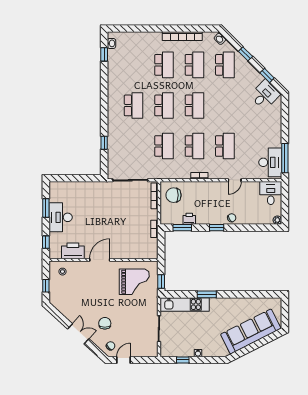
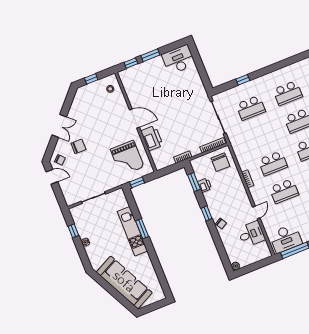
school desk: (164, 146) -> (251, 108), moved
door: (235, 180) -> (256, 213), swing flipped
desk: (271, 193) -> (251, 234), moved
chair: (174, 195) -> (220, 162), turned 180
window: (46, 208) -> (150, 55), moved
desk: (61, 217) -> (179, 60), moved
printer: (73, 251) -> (152, 138), moved
kitchen unit: (185, 304) -> (132, 231), moved

